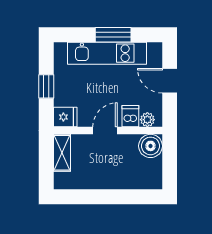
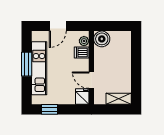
window: (46, 86) -> (50, 109), moved
door: (105, 131) -> (91, 80), moved
shelving: (62, 153) -> (119, 99), moved

